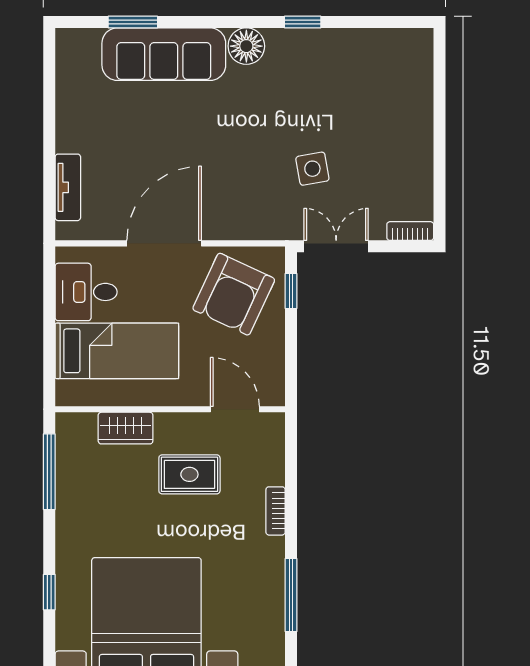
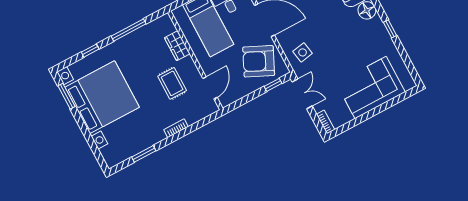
corner sofa: (391, 115) -> (371, 88), added
side table: (312, 169) -> (303, 52), moved
window: (49, 472) -> (129, 30), moved
window: (291, 595) -> (144, 154), width x0.69

